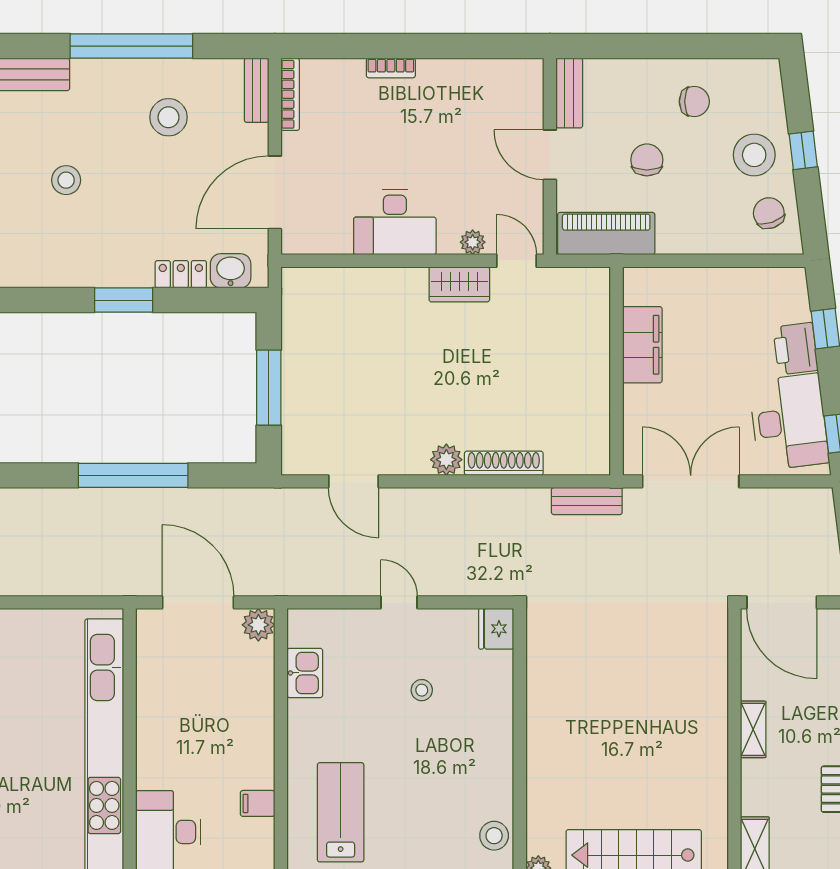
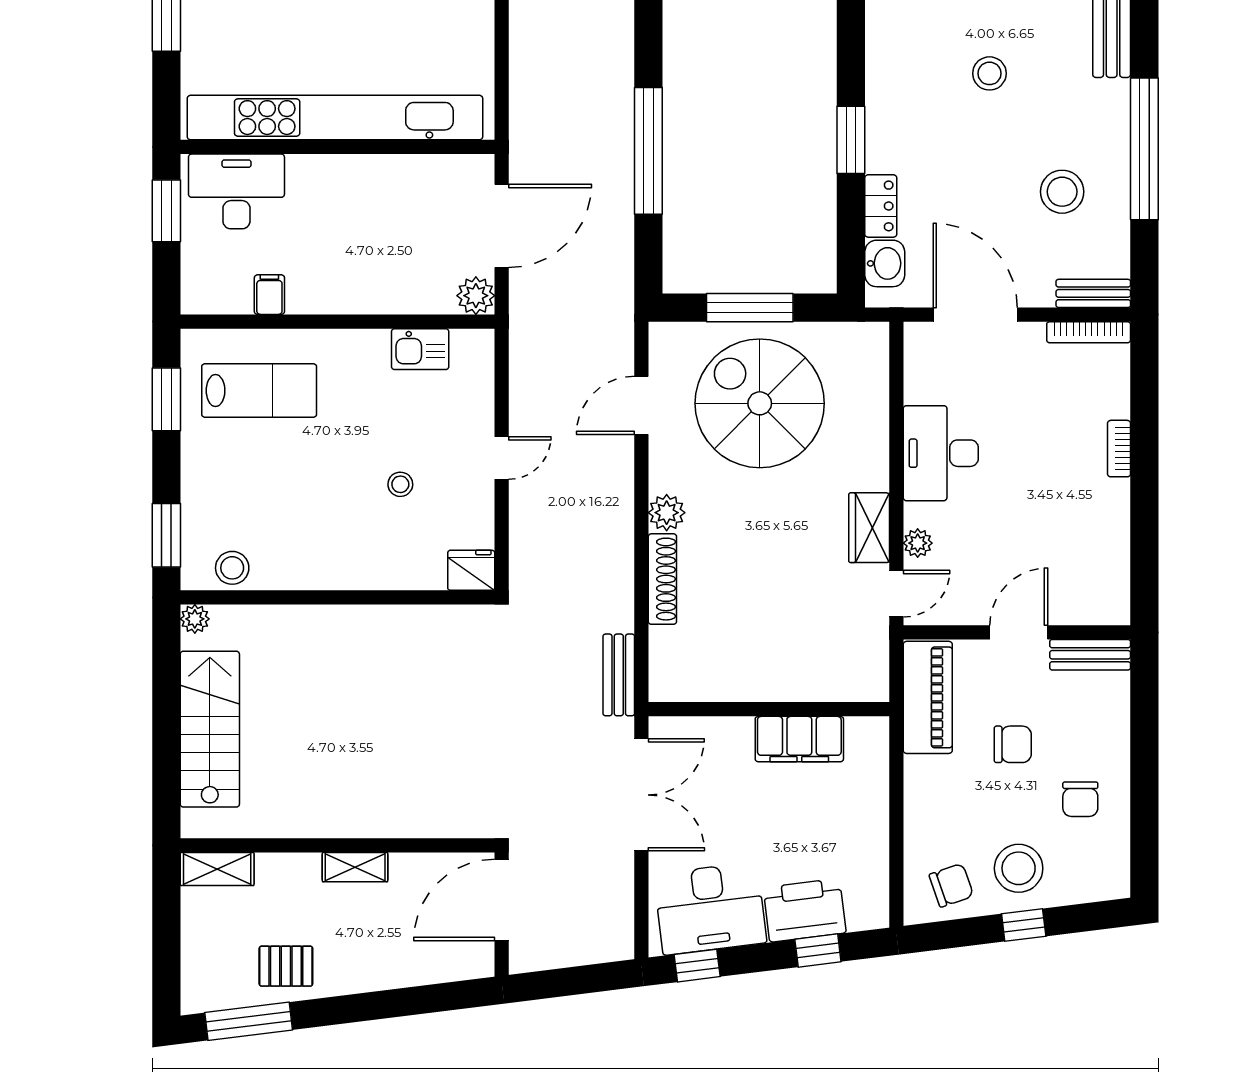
printer: (795, 349) -> (805, 910), width x1.37, depth x1.19
spiral stairs: (352, 379) -> (760, 403), added

